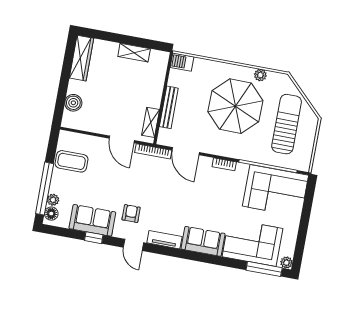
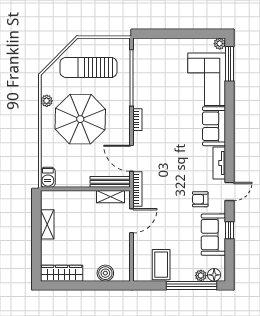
bench: (169, 107) -> (110, 182), moved
door: (186, 151) -> (132, 158), swing flipped
corner sofa: (275, 191) -> (153, 66), removed

